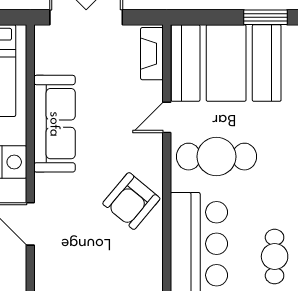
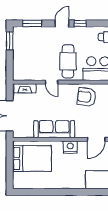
booth: (226, 63) -> (29, 57), removed
armchair: (131, 201) -> (87, 97), turned 147

